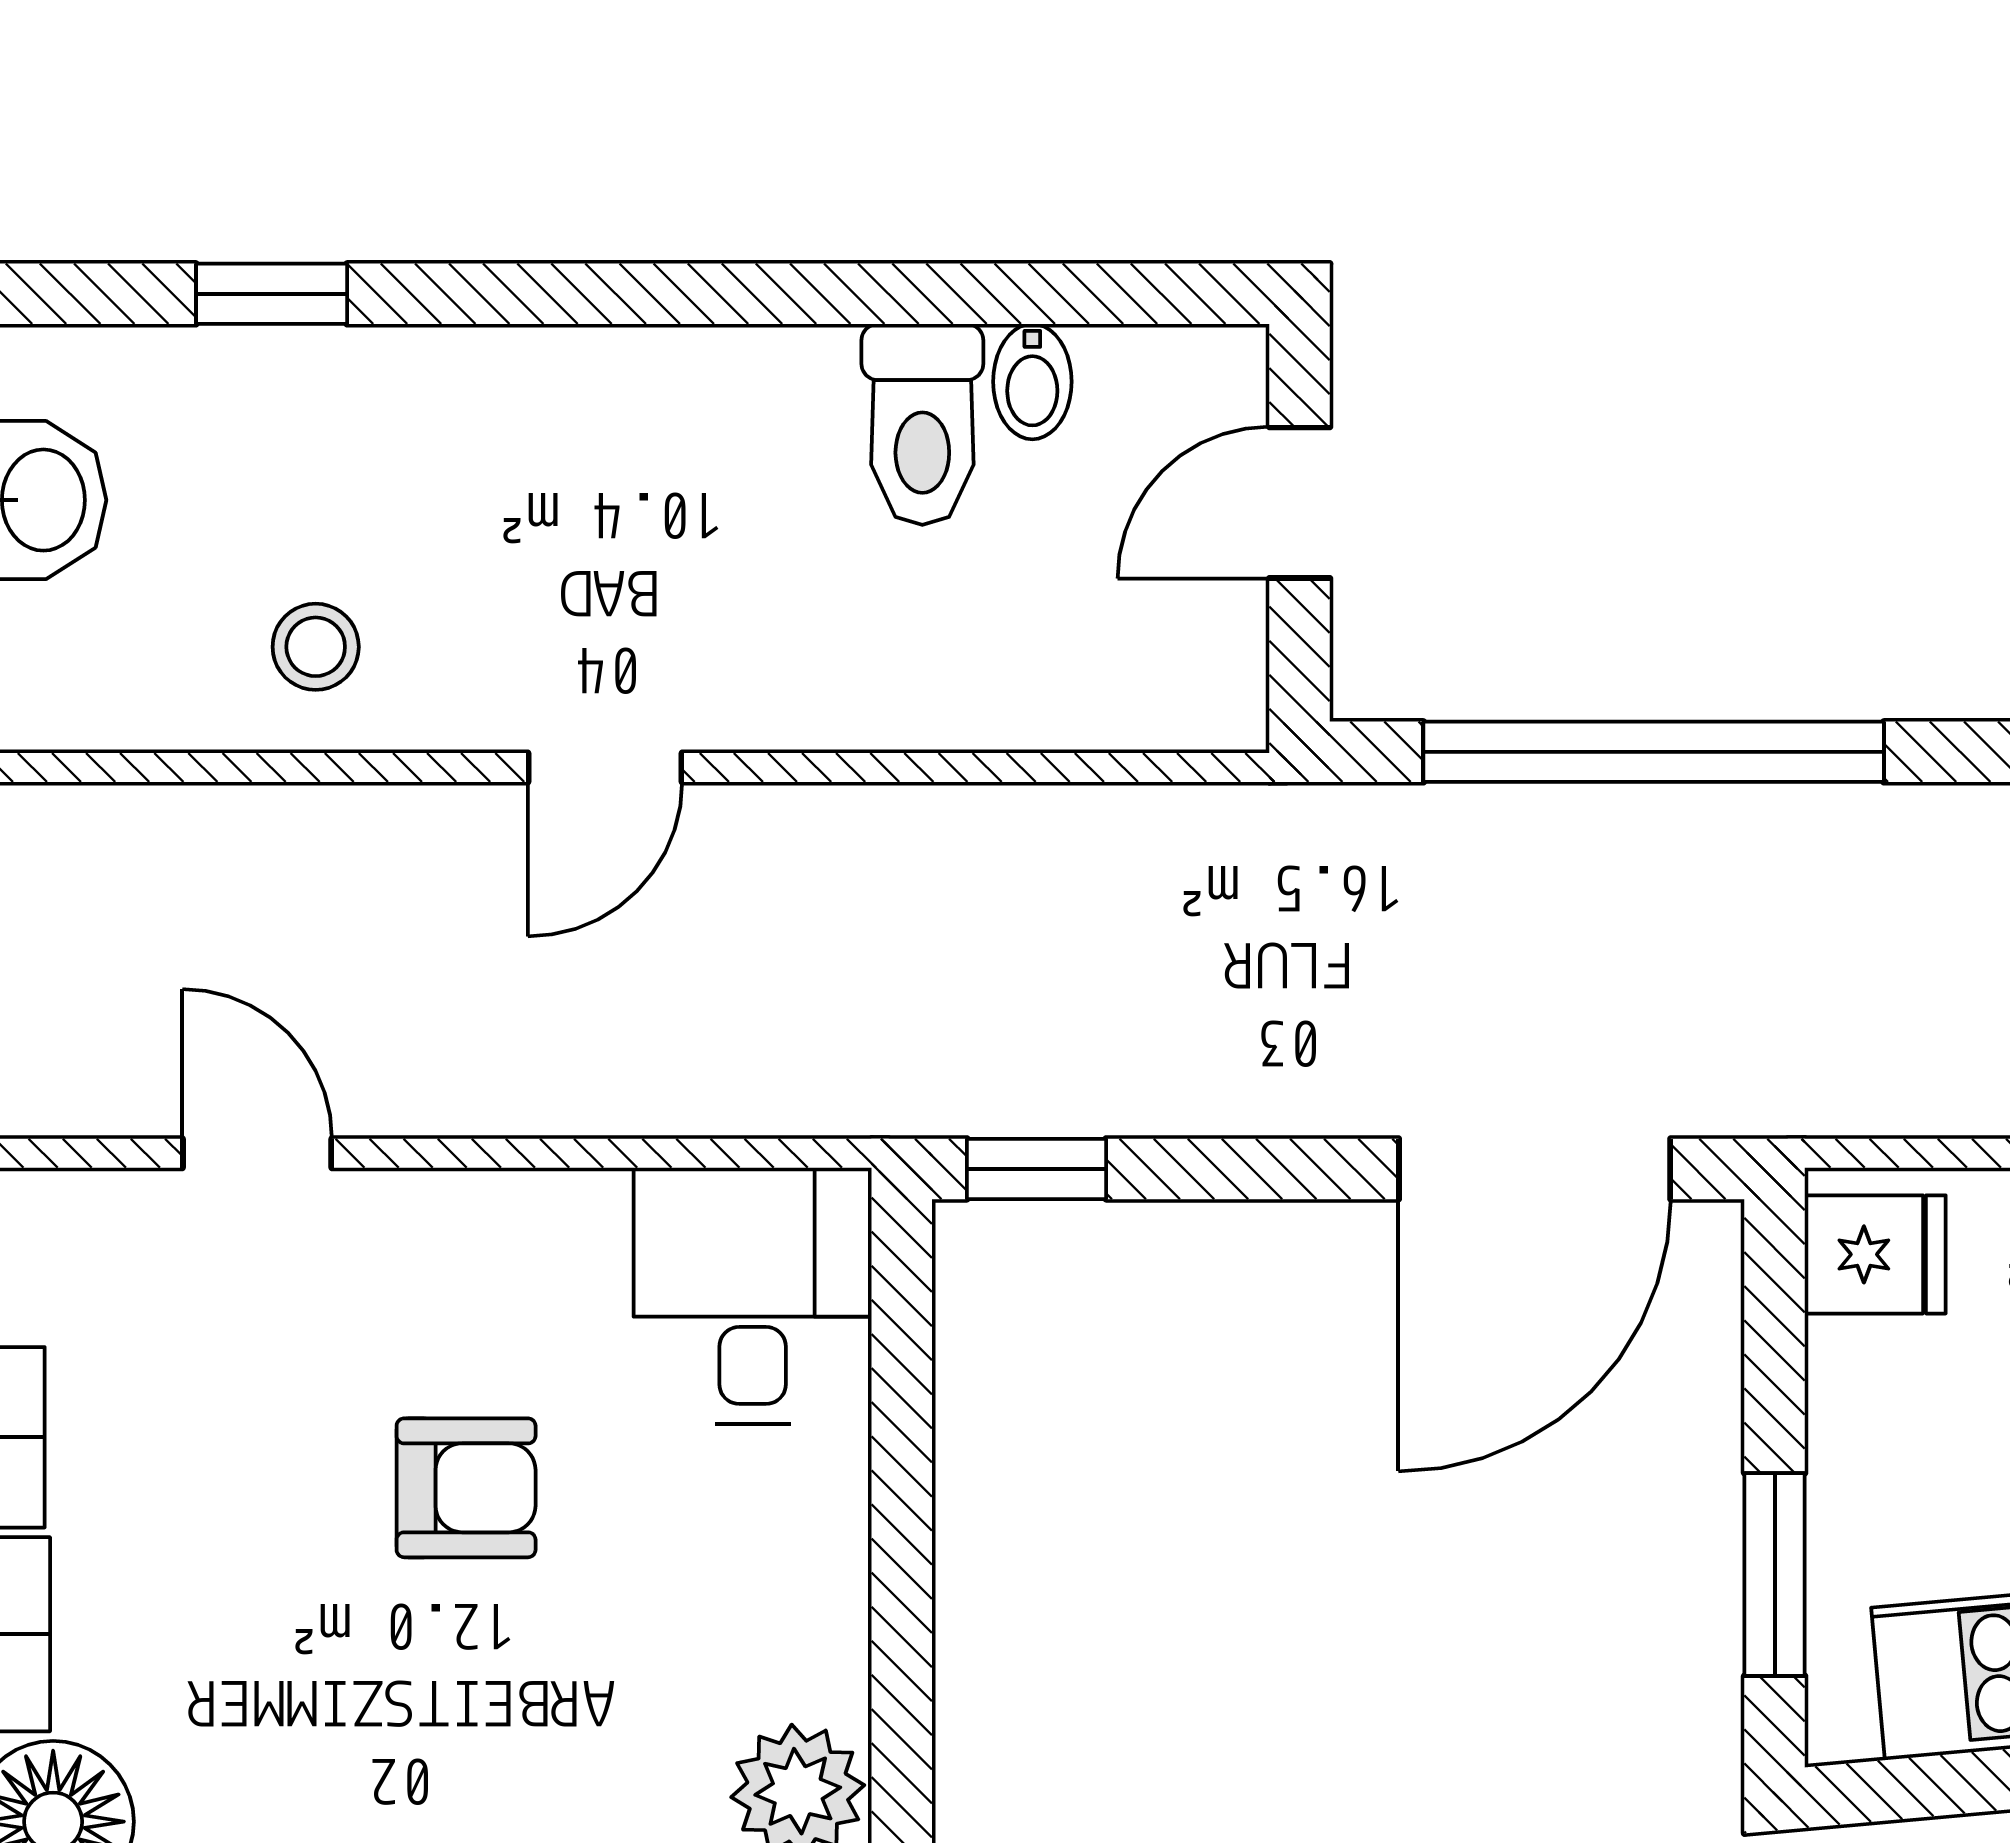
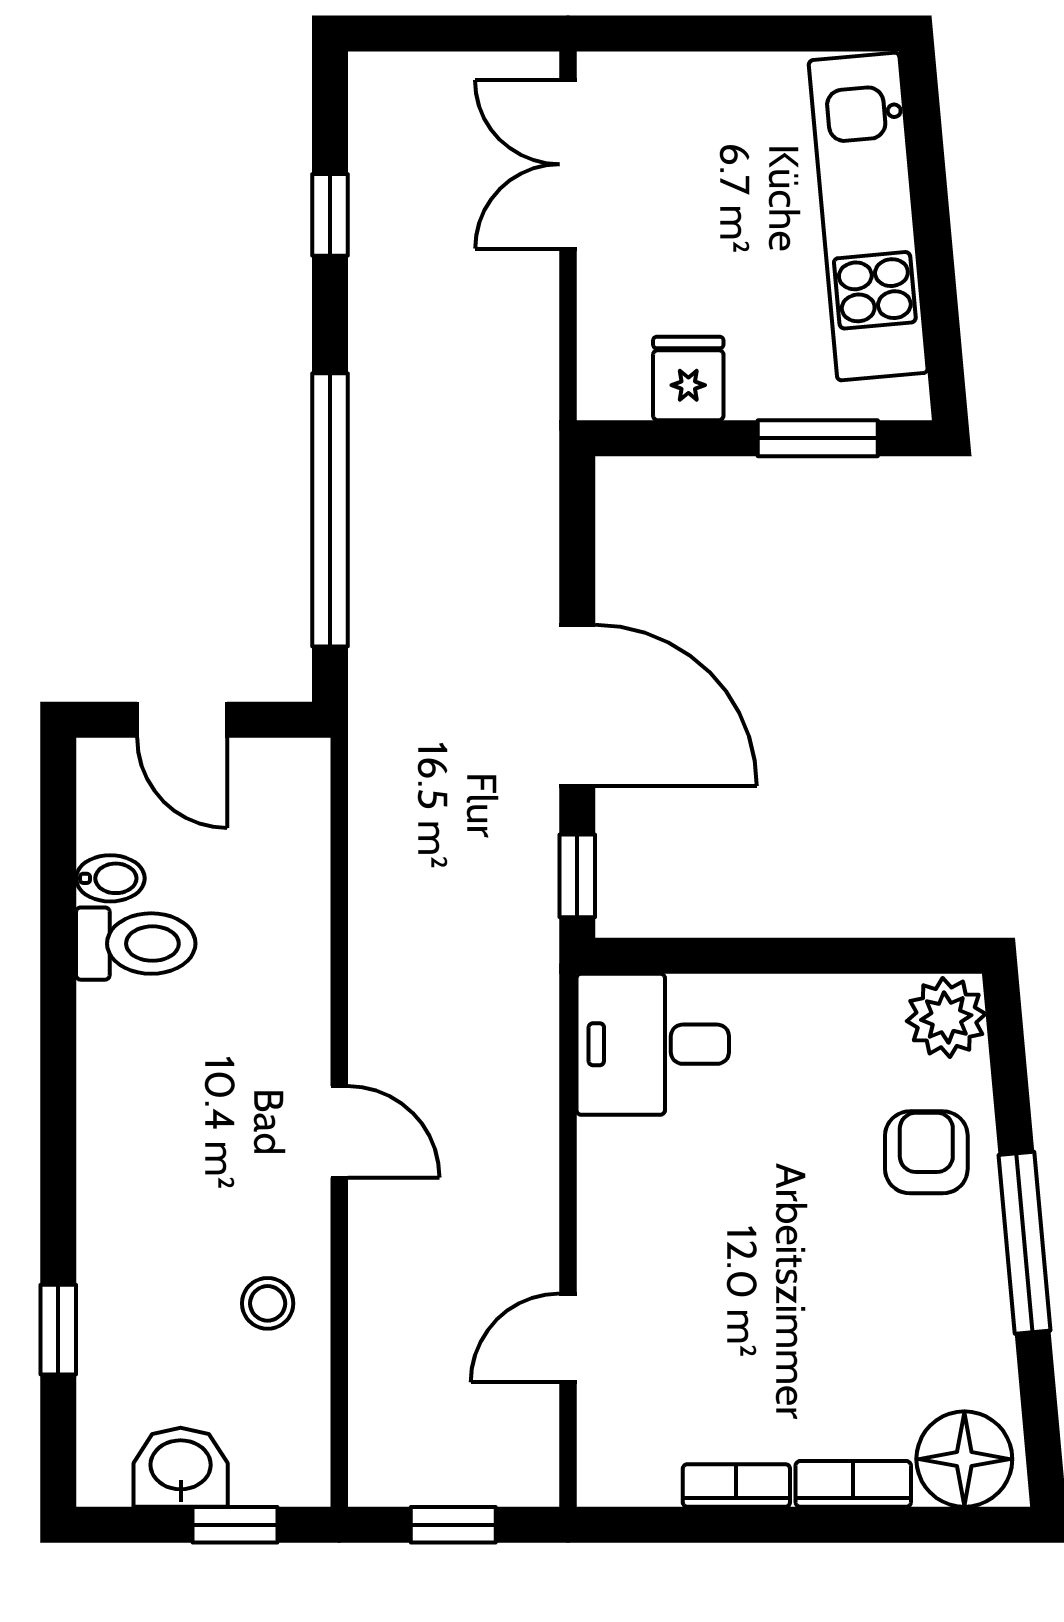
door: (1535, 1169) -> (577, 705), moved
fridge: (1875, 1254) -> (688, 379), moved
armchair: (466, 1488) -> (926, 1152), moved

